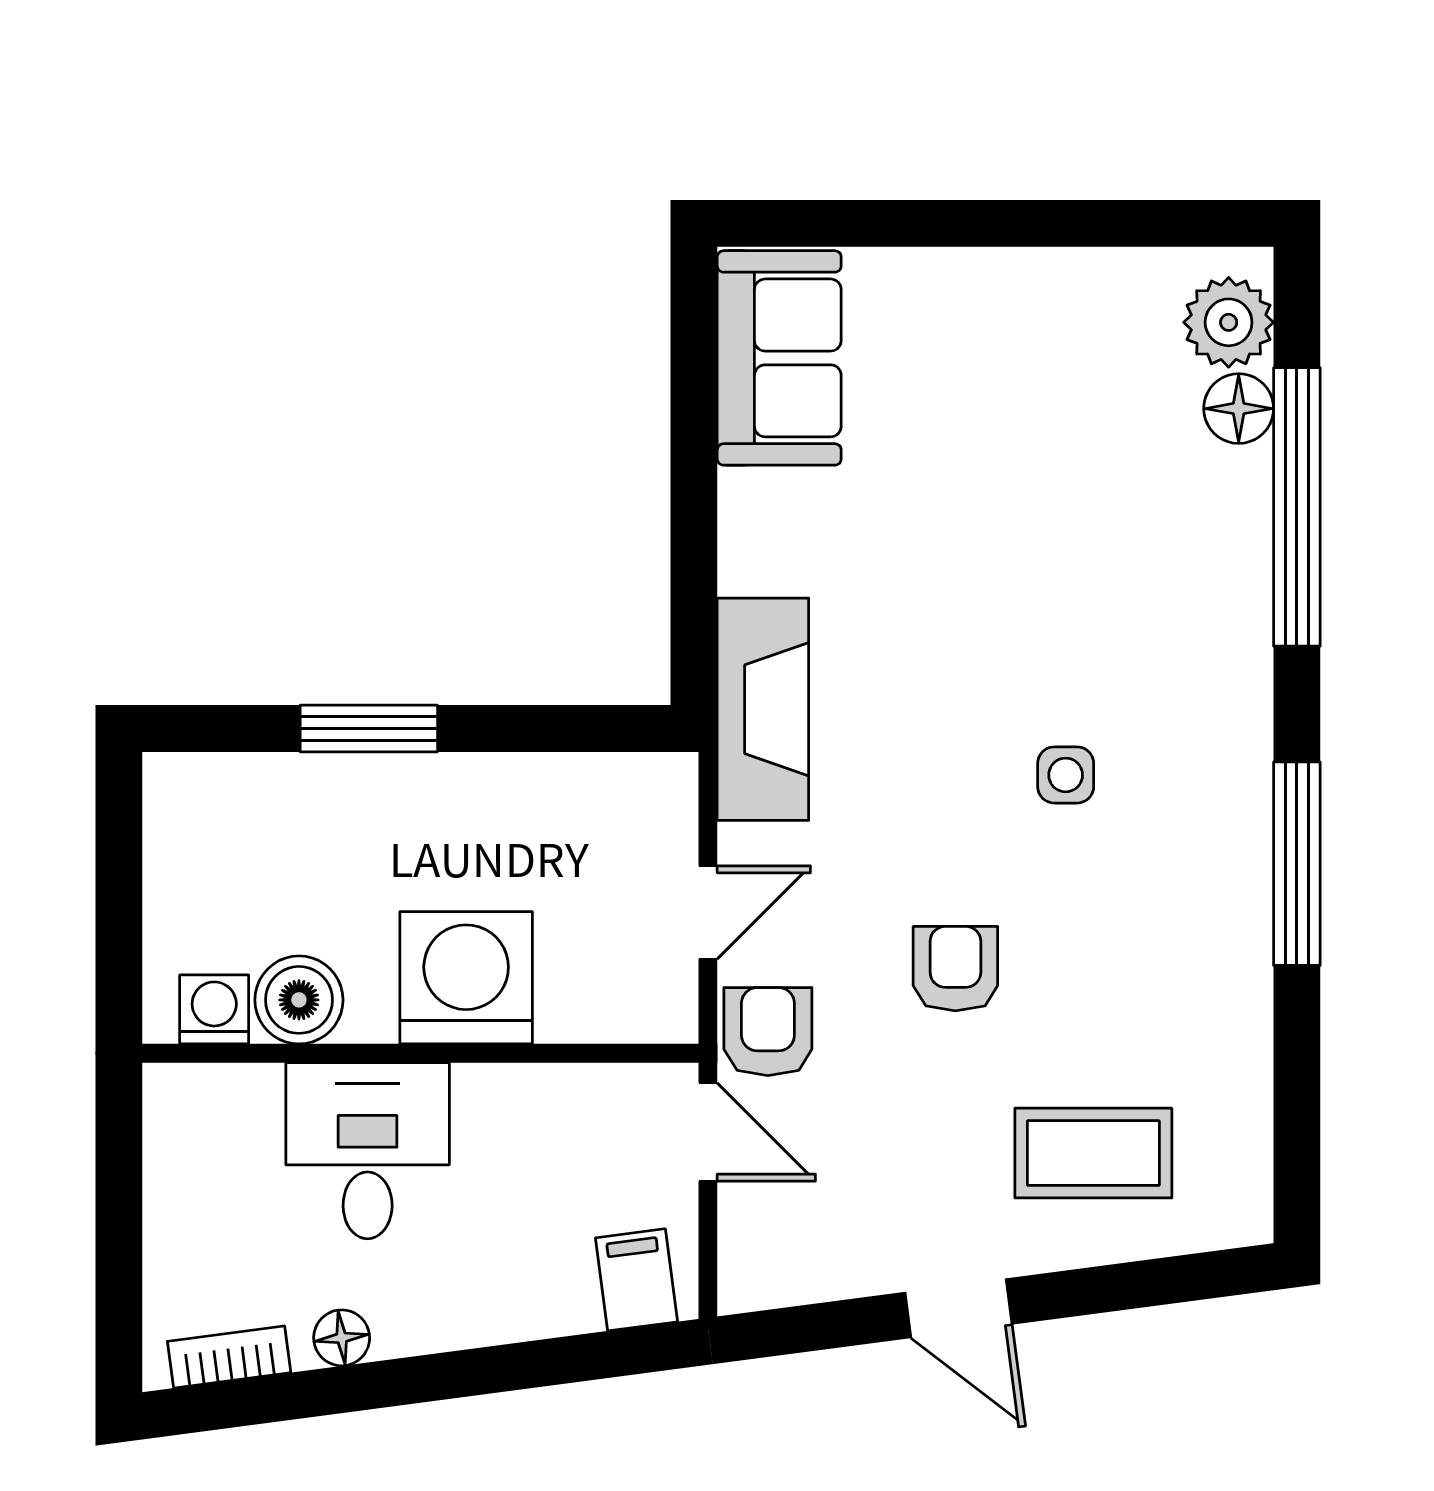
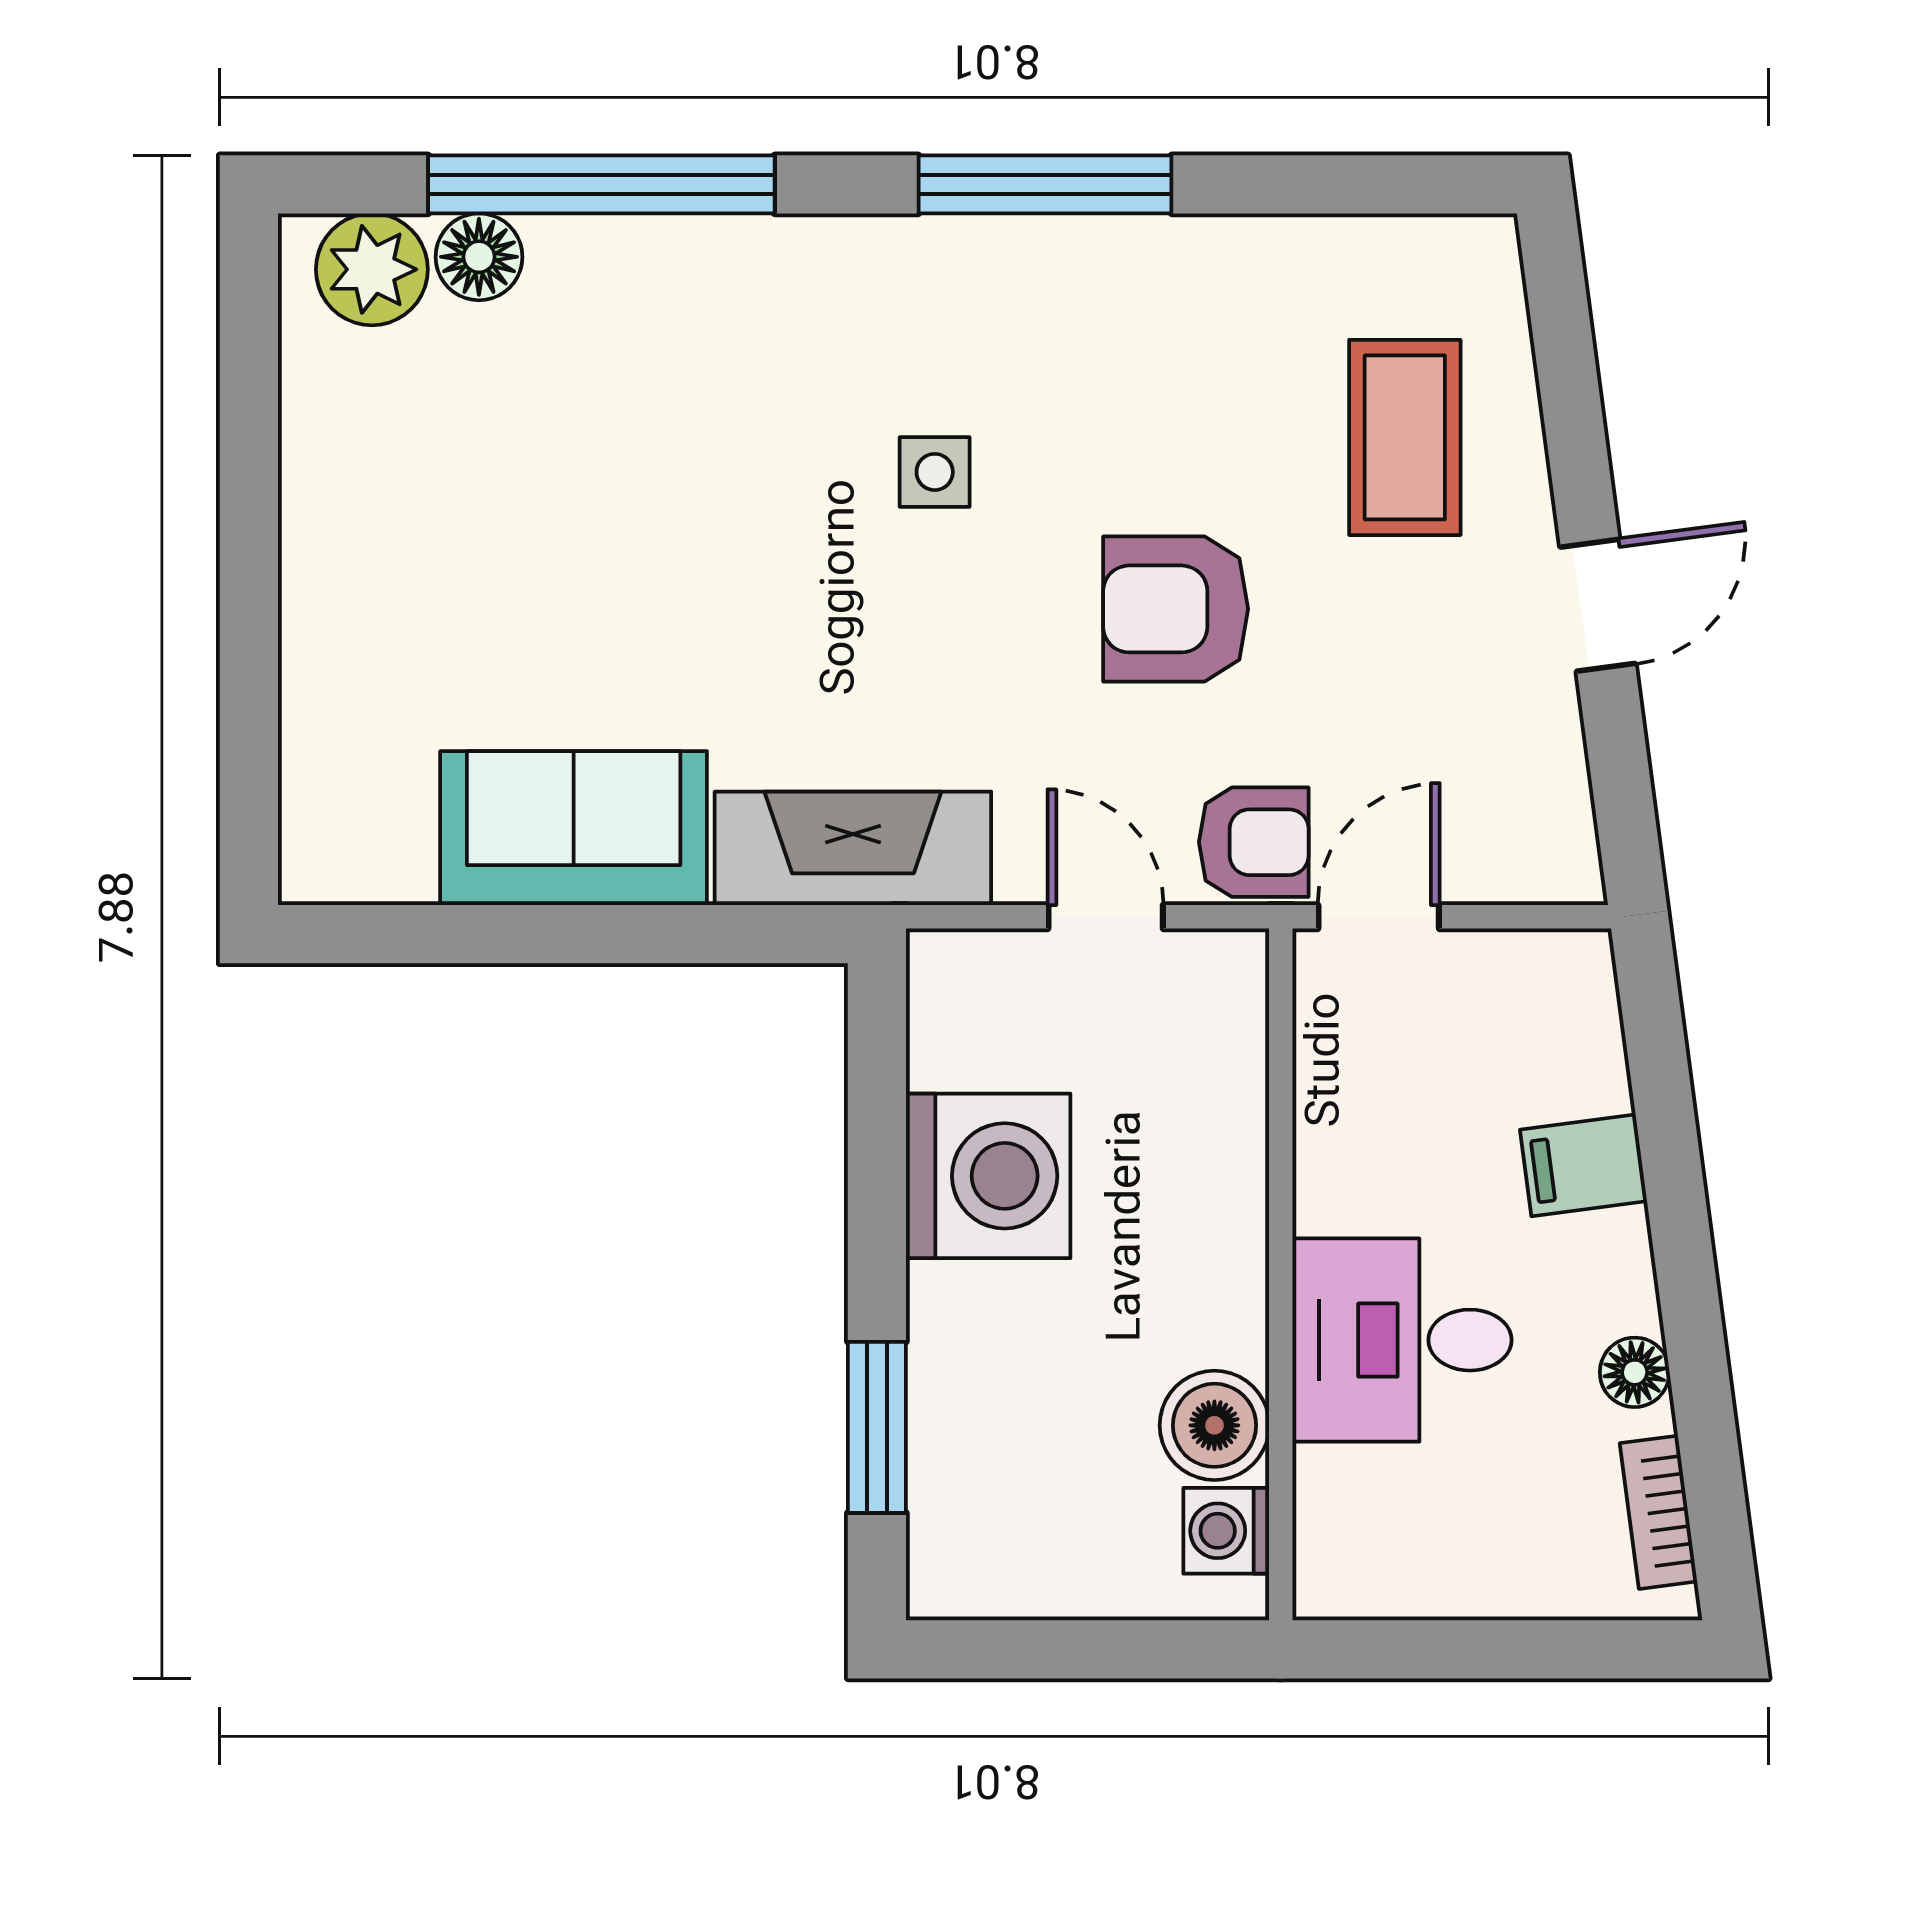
sofa: (779, 358) -> (574, 828), moved
window: (369, 728) -> (877, 1427), moved
armchair: (955, 969) -> (1176, 609), width x1.38, depth x1.38
washing machine: (466, 978) -> (988, 1176), moved, turned 180
armchair: (768, 1032) -> (1254, 842), turned 180
filing cabinet: (637, 1280) -> (1584, 1165), moved

